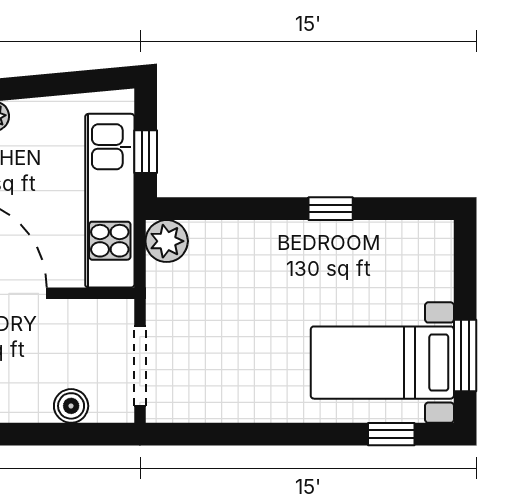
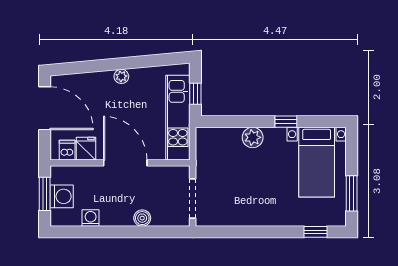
plant: (167, 241) -> (253, 137), moved
bed with nightstands: (382, 363) -> (317, 162), moved, turned -90
boiler: (71, 406) -> (142, 218), moved

